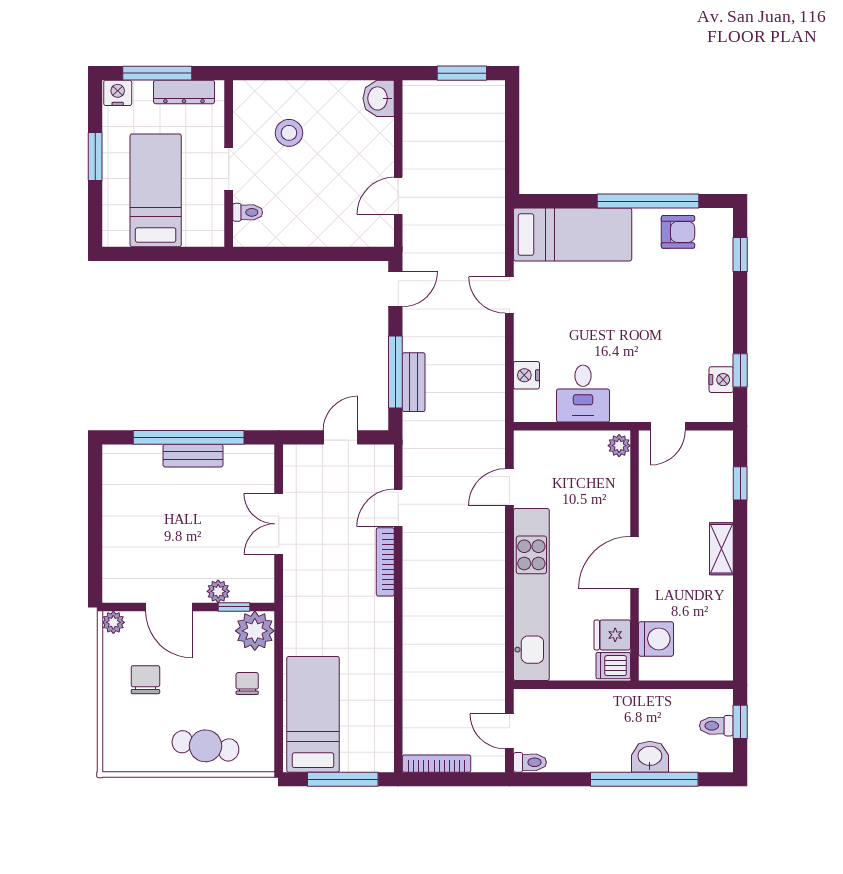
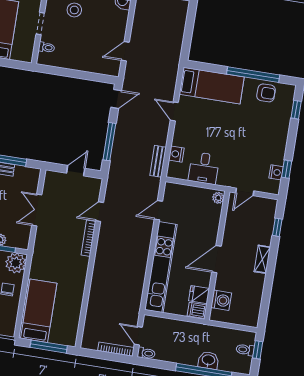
bench: (414, 382) -> (158, 161), moved
bookcase: (437, 764) -> (116, 349), moved

